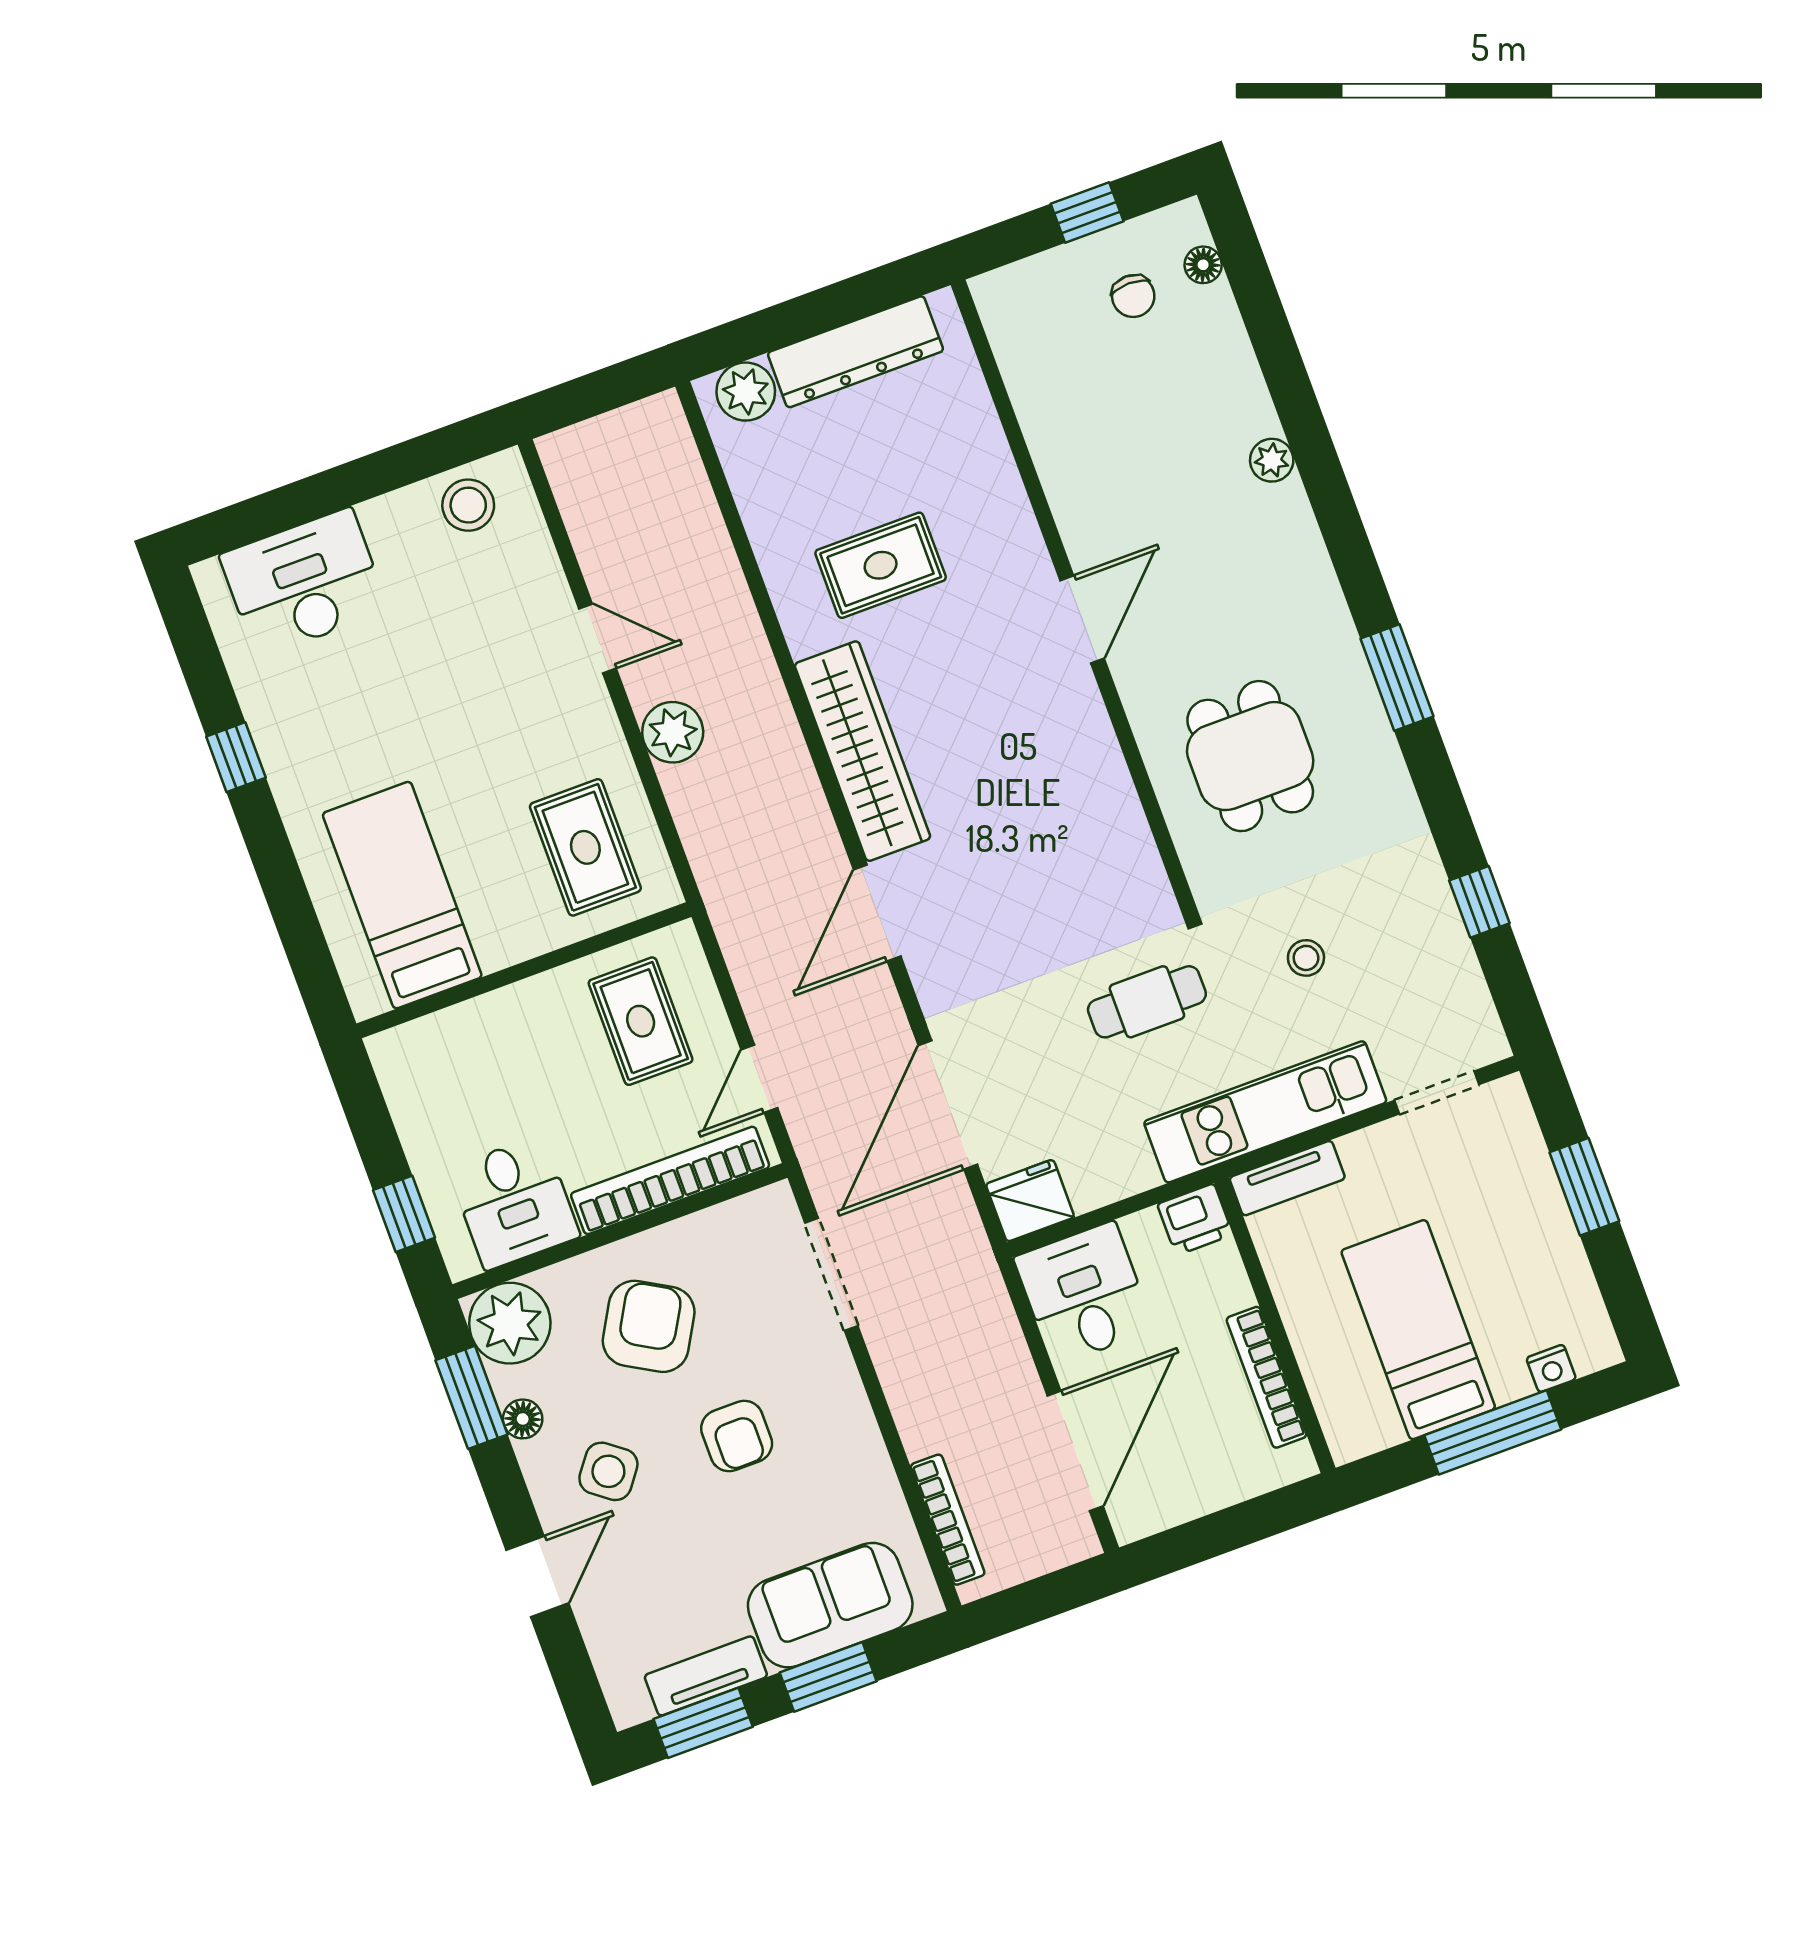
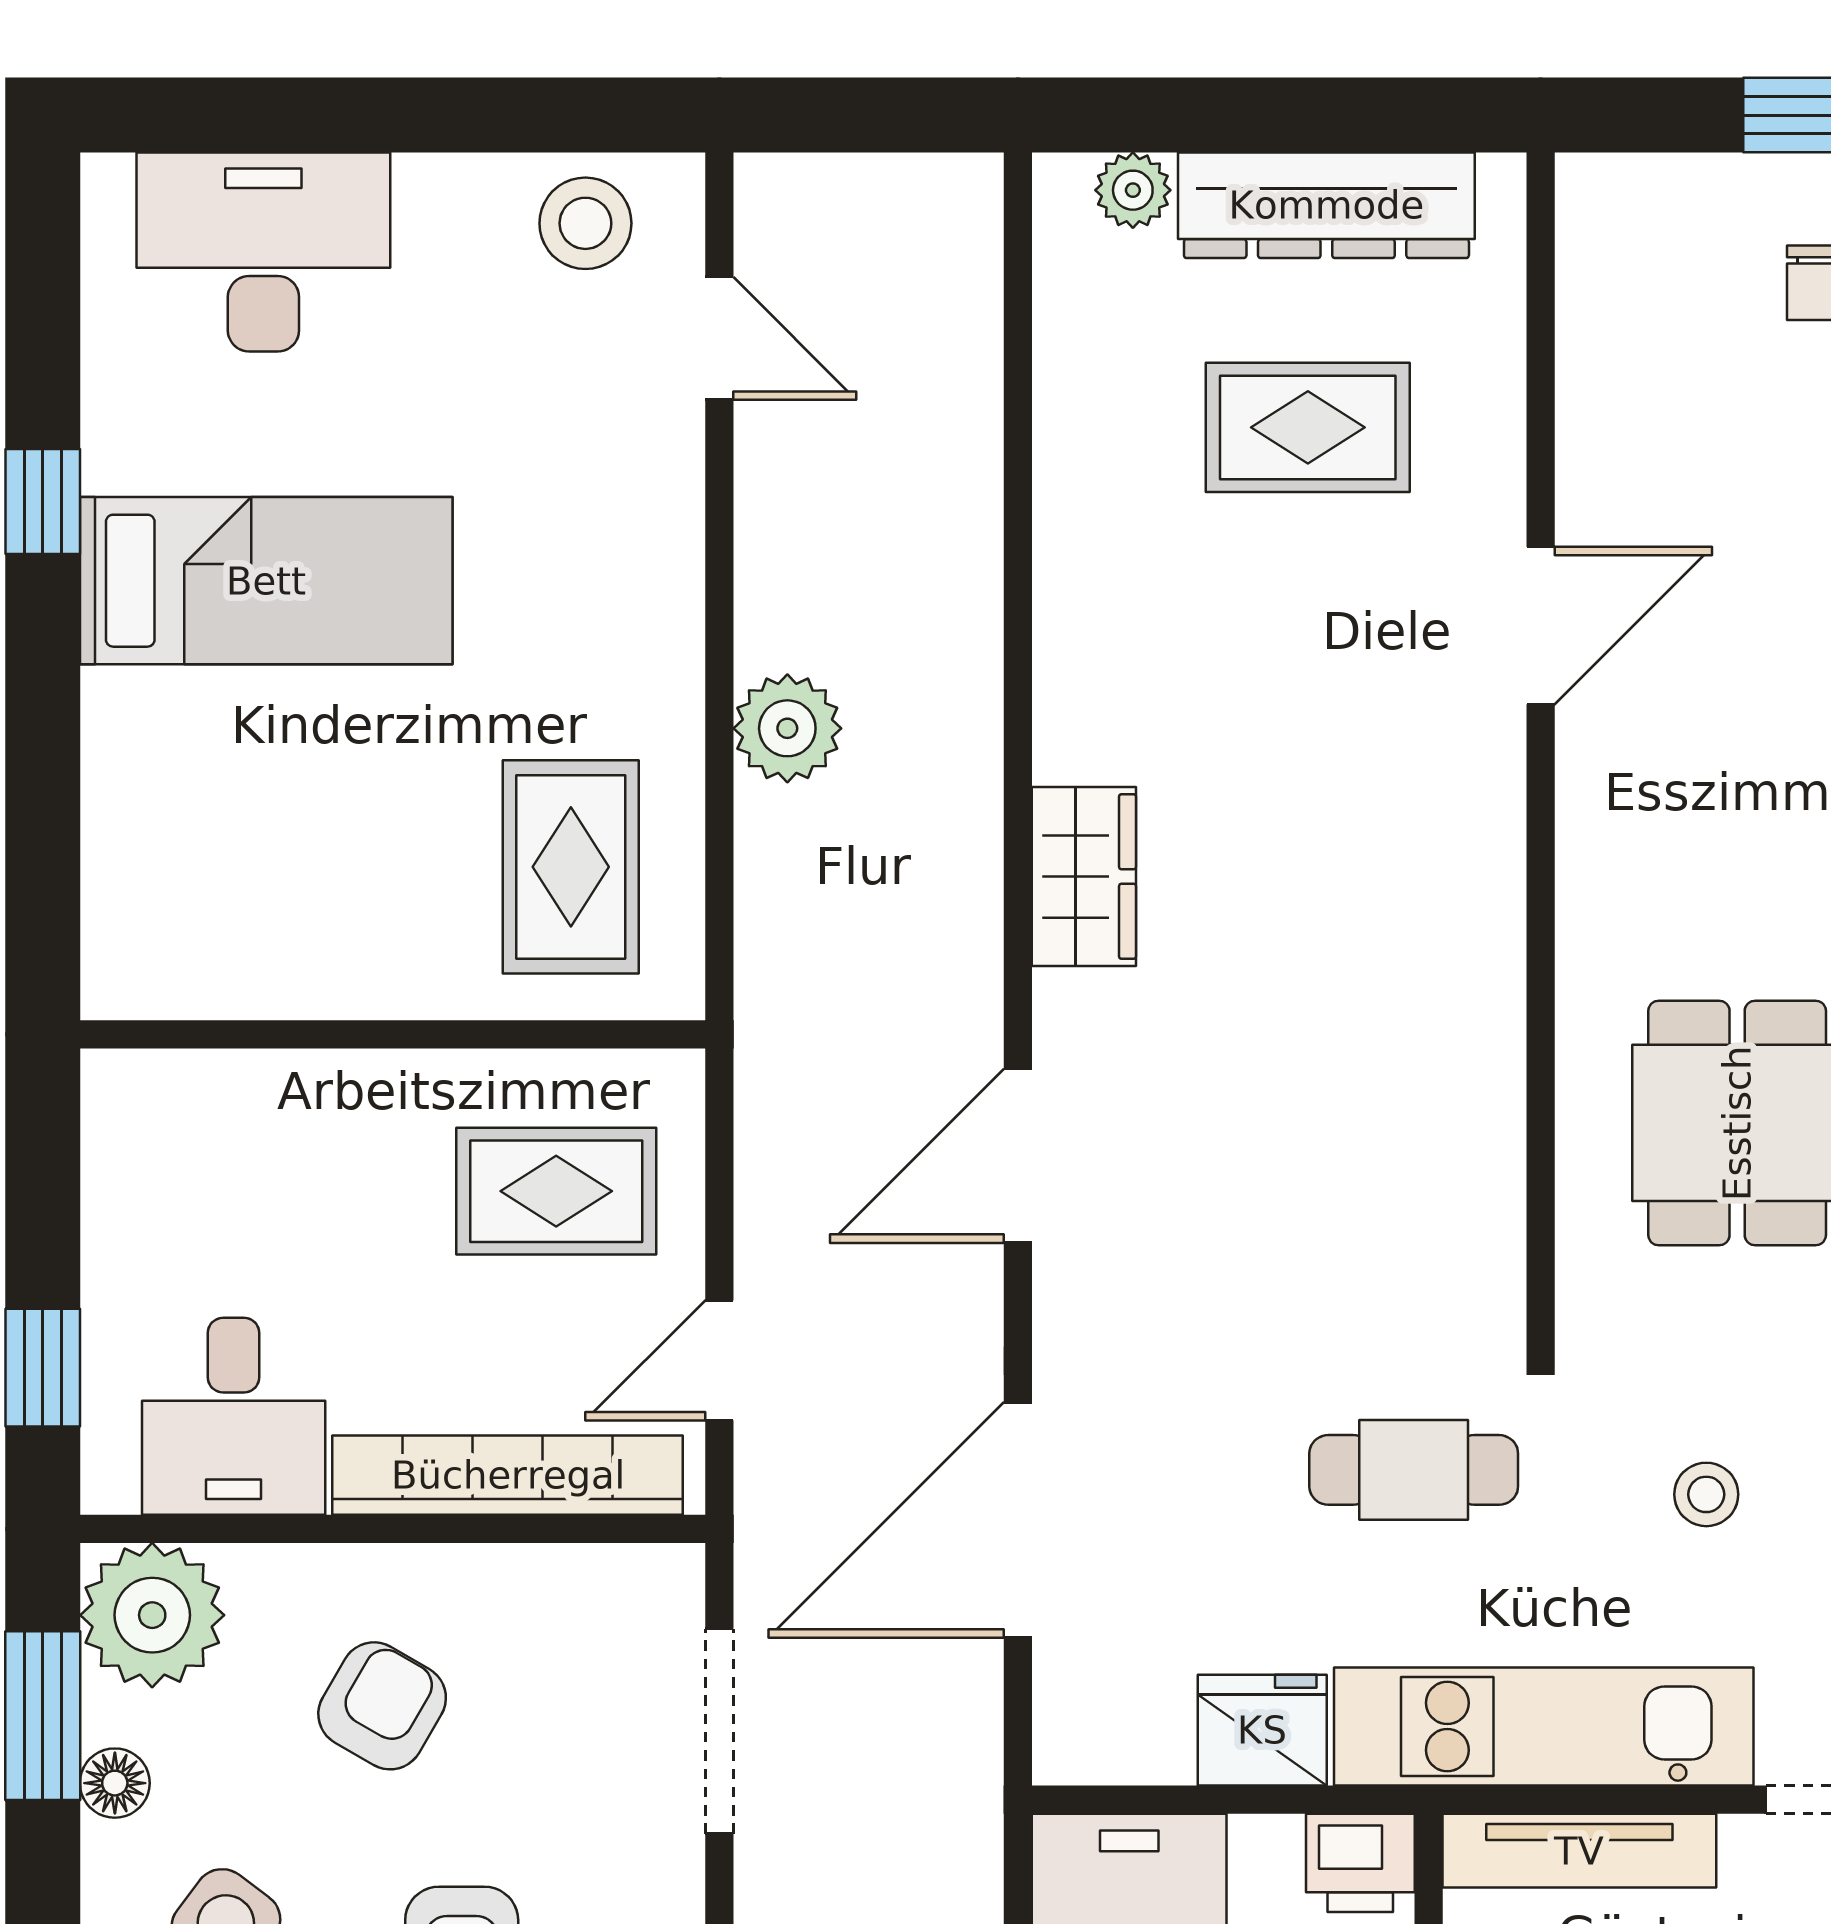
plant: (746, 392) -> (1133, 190), width x0.73, depth x0.73
rug: (881, 565) -> (1308, 427), moved
door: (1082, 619) -> (1541, 626), moved
door: (597, 639) -> (719, 338), moved
wardrobe: (863, 751) -> (1084, 876), width x0.48, depth x0.85
bed: (402, 895) -> (266, 581), moved, turned 90
rug: (641, 1021) -> (556, 1191), turned 90
tv unit: (1287, 1178) -> (1579, 1851), width x1.41
fridge: (1030, 1201) -> (1262, 1730), moved
armchair: (649, 1326) -> (382, 1706), width x0.72, depth x0.72

